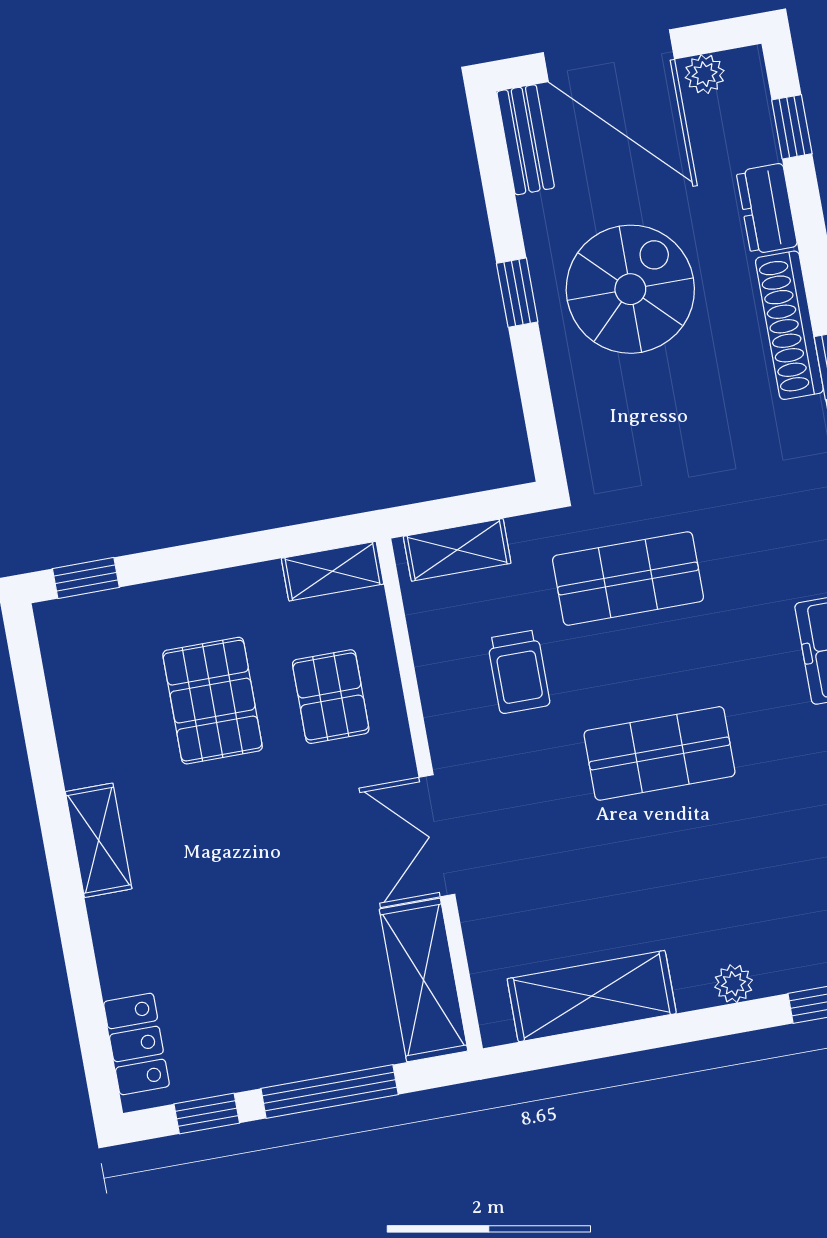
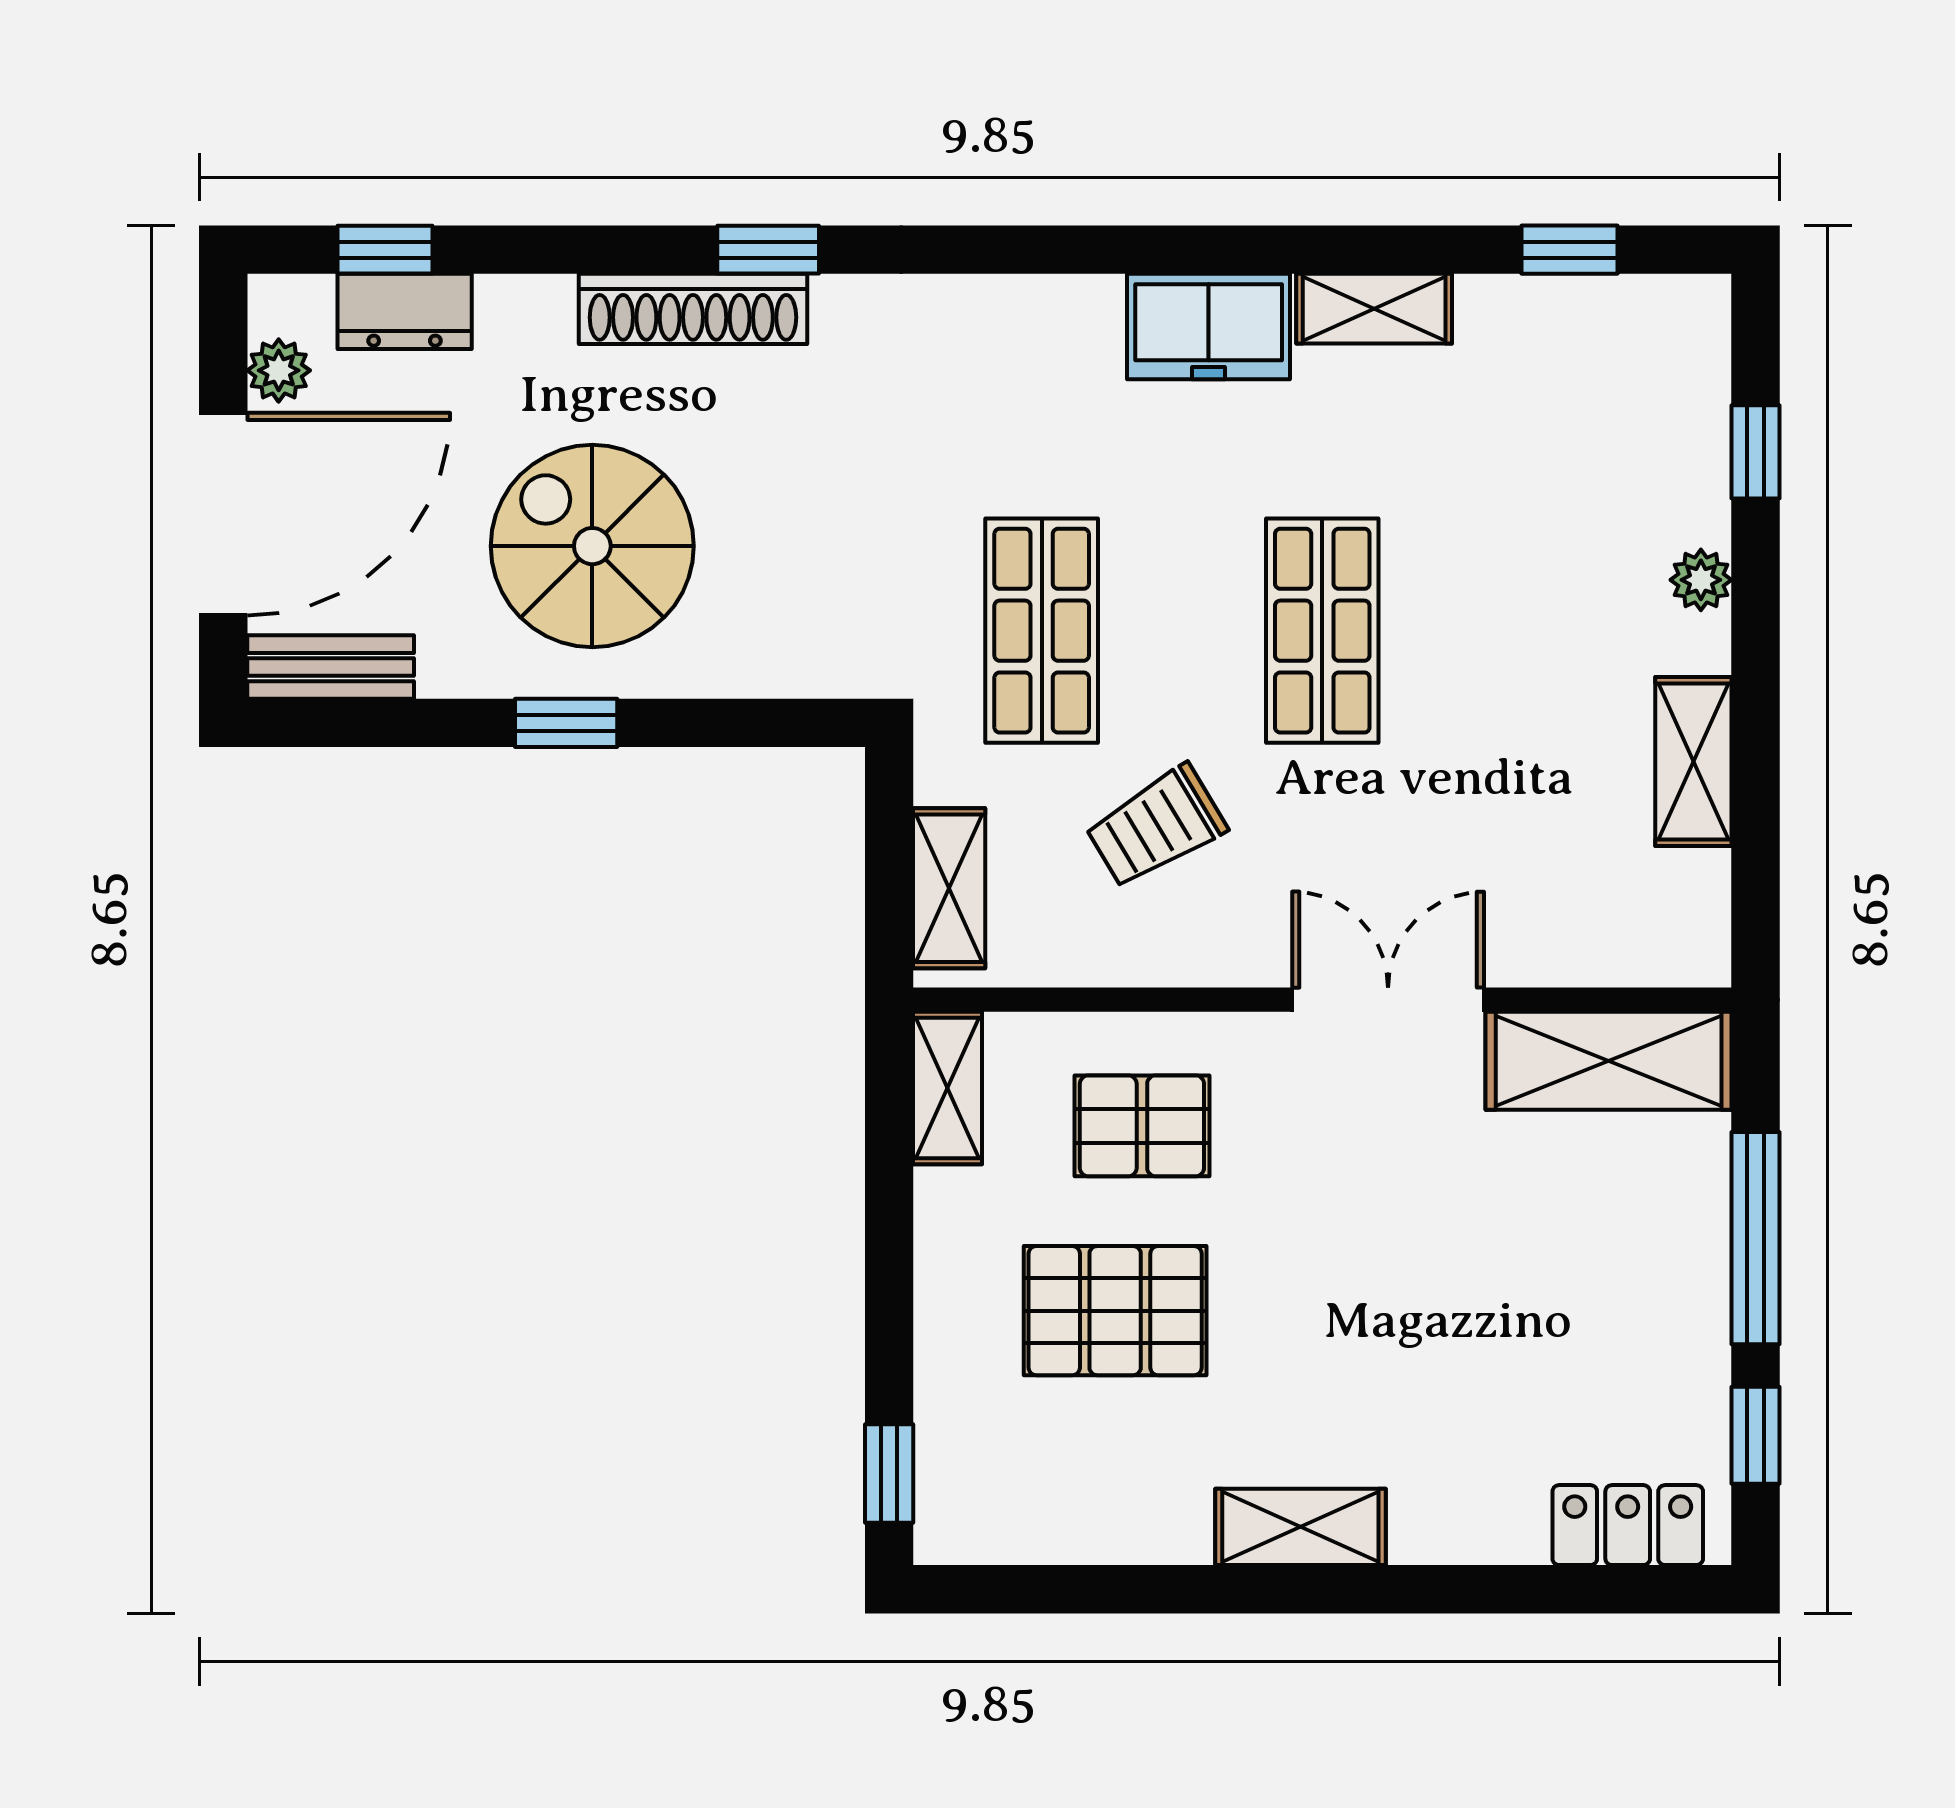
dresser: (767, 209) -> (405, 311), moved
trolley: (519, 672) -> (1156, 827), turned 149
double door: (437, 836) -> (1388, 1000), swing flipped
shelving: (592, 996) -> (1693, 762), width x0.67, depth x0.75

